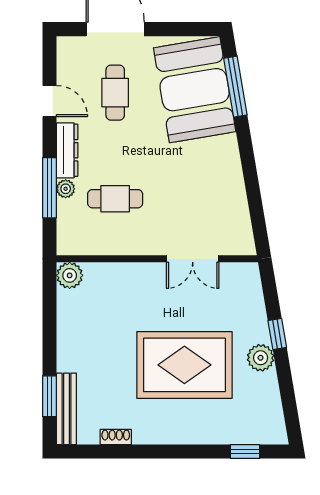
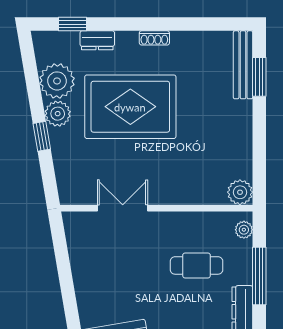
plant: (66, 189) -> (244, 230), moved
plant: (261, 392) -> (57, 81), added
dresser: (219, 435) -> (97, 40), added
shoe rack: (116, 437) -> (154, 38), moved

